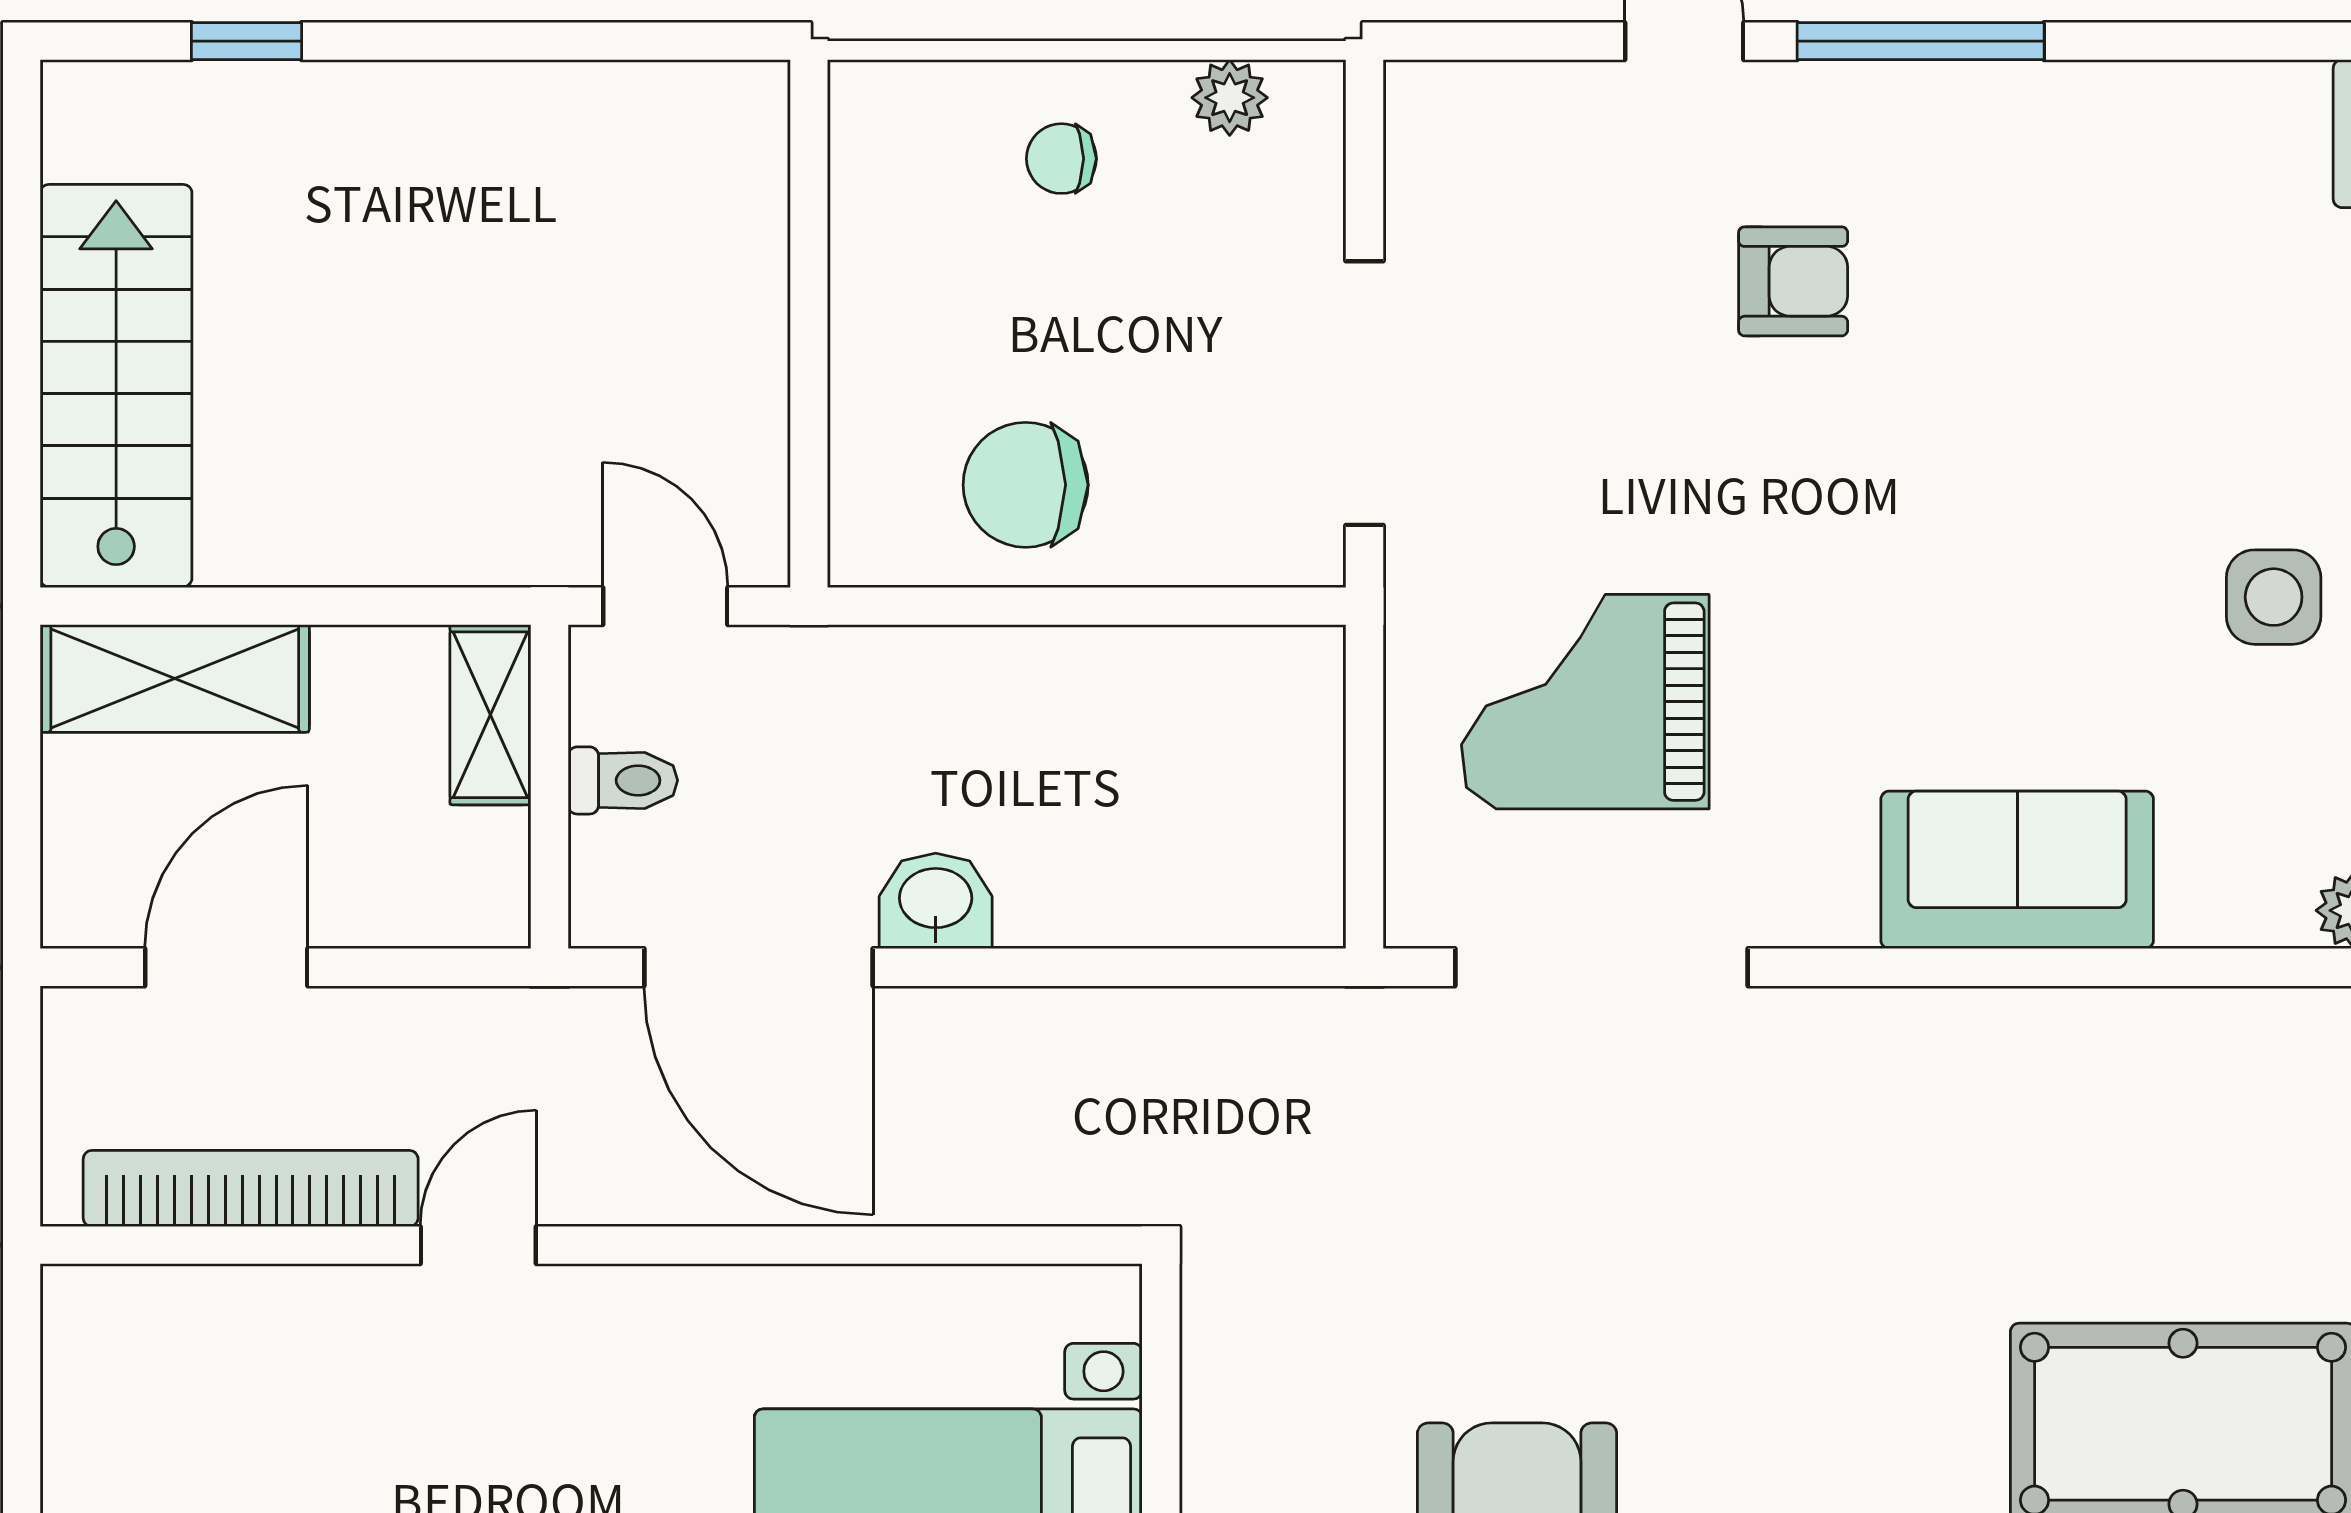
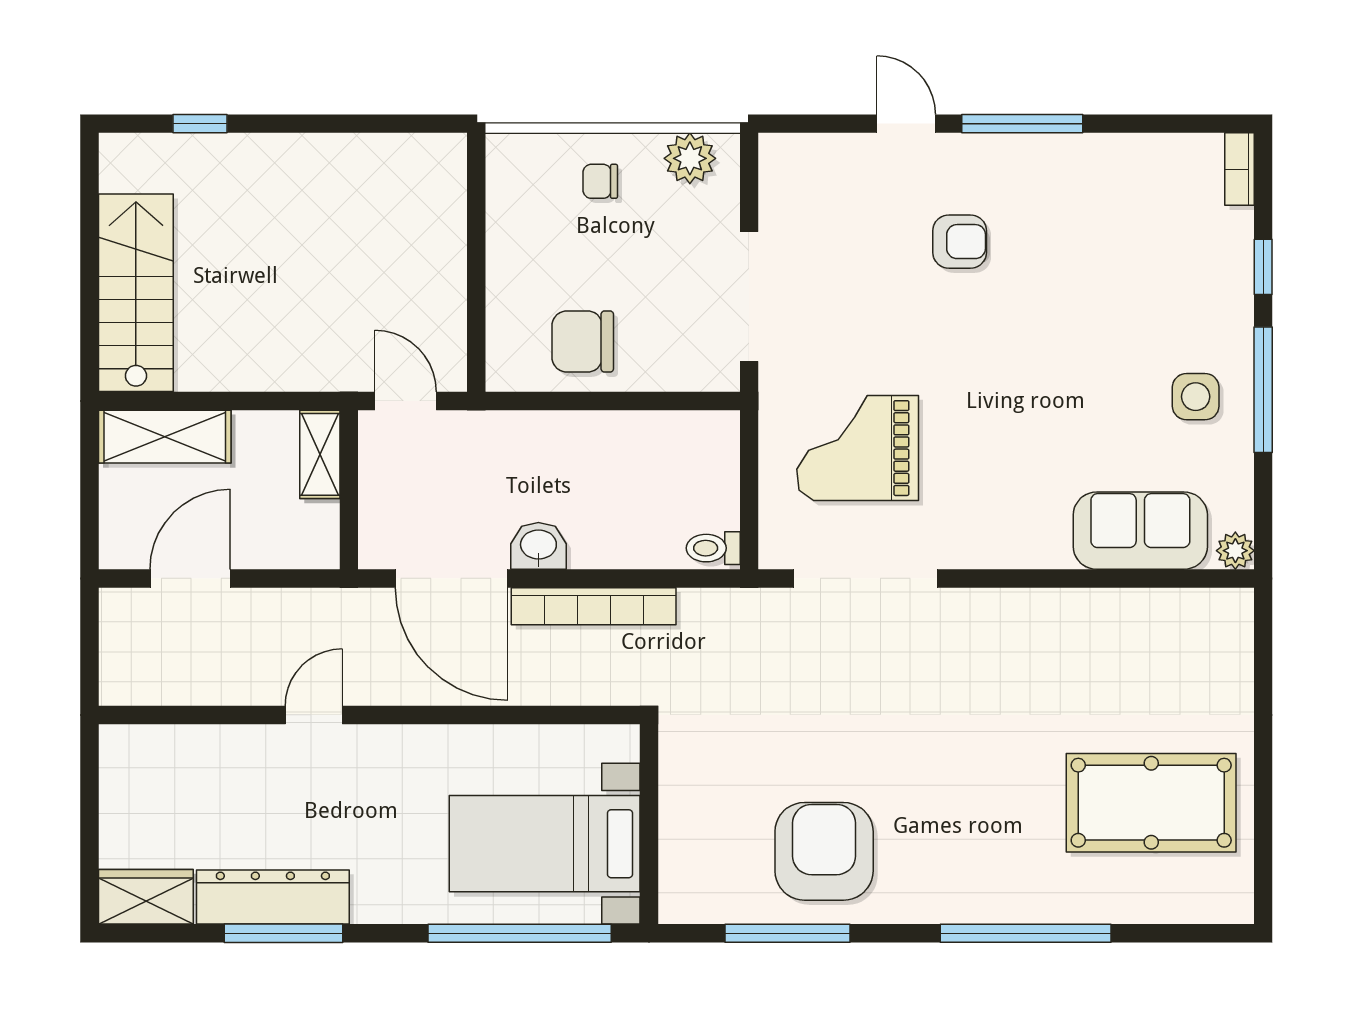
plant: (1230, 98) -> (690, 158), width x1.38, depth x1.38
toilet: (623, 780) -> (713, 548), moved, turned 180
sofa: (2017, 870) -> (1140, 531), moved
bookcase: (251, 1189) -> (594, 606), moved, turned 180

